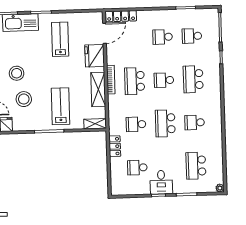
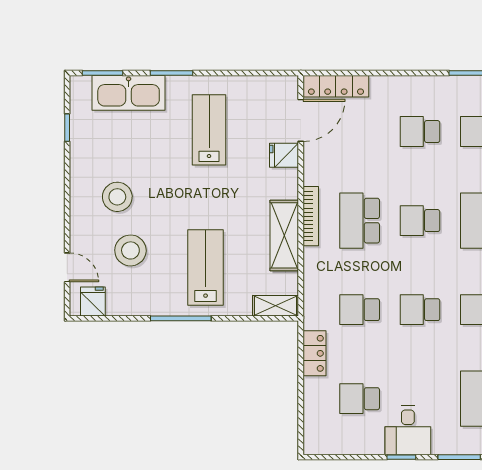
fridge: (95, 56) -> (284, 155), width x0.53, depth x0.75
school desk: (165, 123) -> (420, 310), width x0.54

